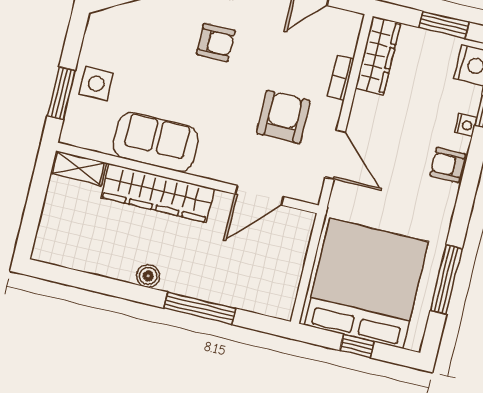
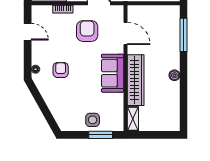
armchair: (283, 117) -> (87, 31), turned 90
sofa: (156, 142) -> (113, 73), moved
window: (200, 308) -> (184, 35), moved

